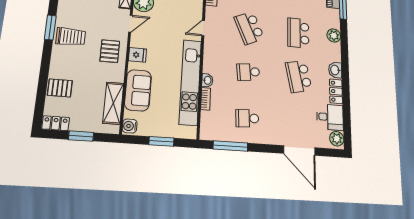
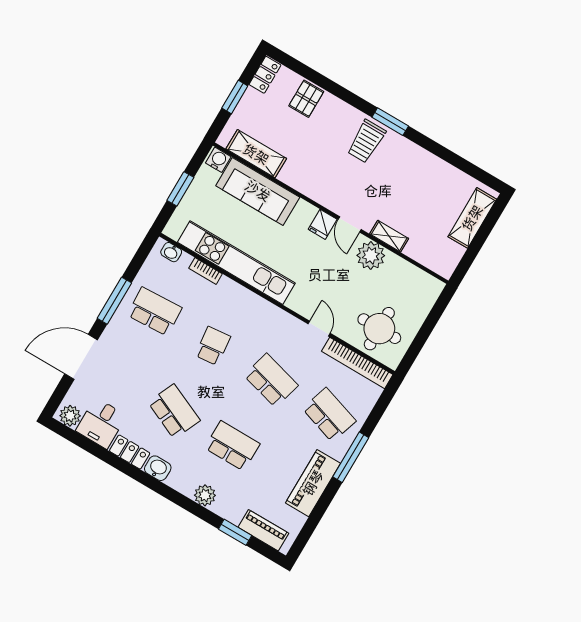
door: (203, 28) -> (319, 329), moved
school desk: (249, 28) -> (271, 380), turned 39
pallet: (110, 51) -> (325, 181), removed
fridge: (137, 55) -> (323, 224), moved
school desk: (299, 76) -> (174, 411), turned 36
washbasin: (207, 80) -> (171, 252), moved
sofa: (138, 90) -> (258, 191), width x1.36
school desk: (247, 118) -> (155, 311), width x1.85
window: (230, 146) -> (114, 301), moved

